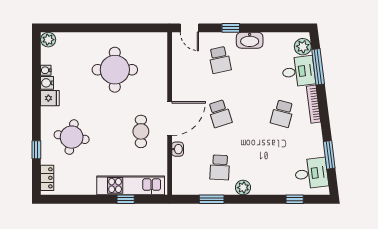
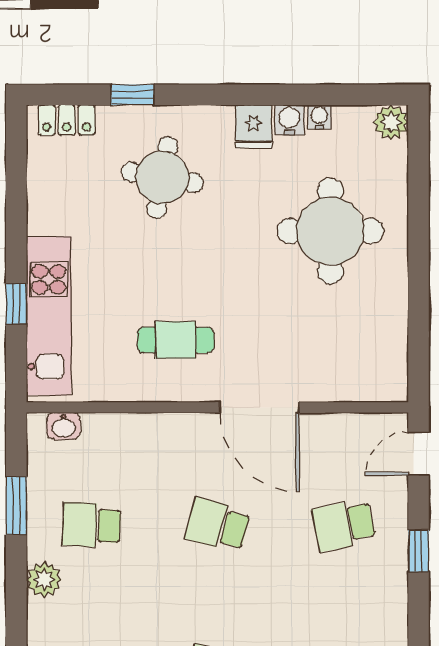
washbasin: (250, 40) -> (390, 595), removed
round table: (115, 70) -> (330, 231), moved
school desk: (220, 114) -> (217, 525), turned 33
door: (170, 119) -> (259, 407), moved
washbasin: (178, 149) -> (64, 426), moved

